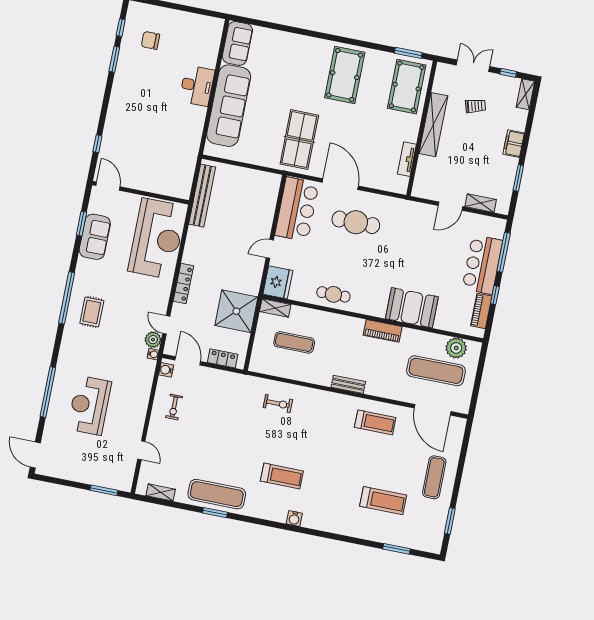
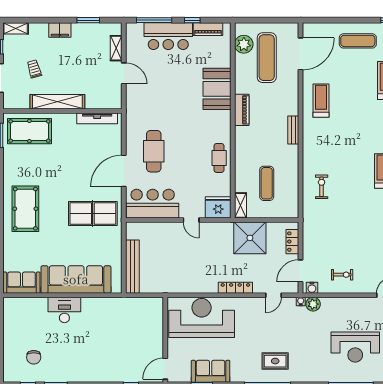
pool table: (345, 75) -> (25, 209), moved, turned 90
tv unit: (407, 159) -> (97, 118), width x1.41
bench: (202, 196) -> (132, 267), moved, turned 90
plant: (153, 340) -> (313, 304), moved

